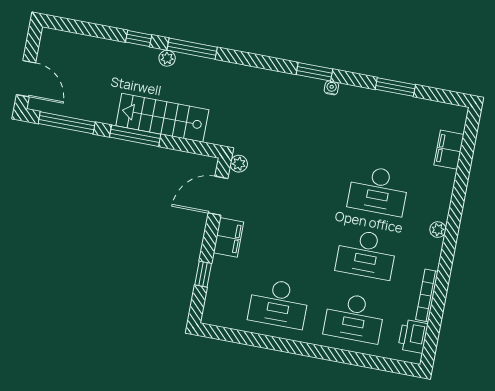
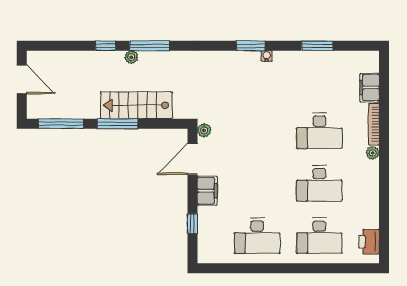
door: (26, 79) -> (22, 79), moved
bookcase: (427, 295) -> (374, 124), moved

